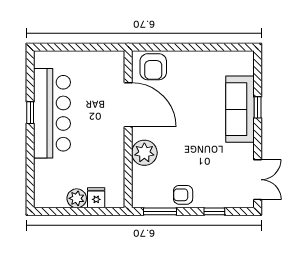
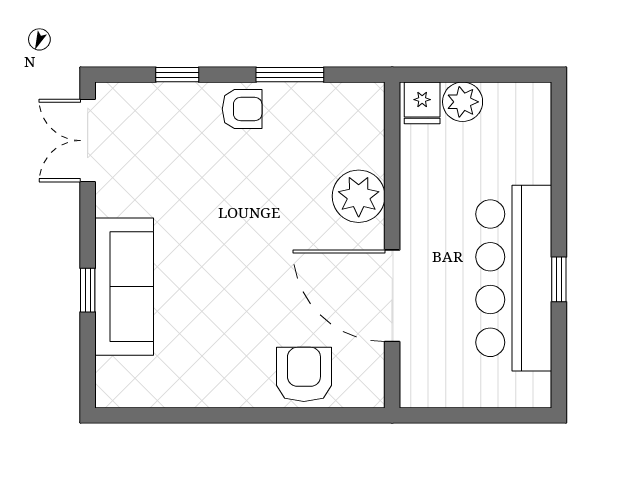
door: (128, 105) -> (392, 296), moved
wall: (128, 129) -> (392, 245), moved
plant: (144, 153) -> (359, 196), moved

